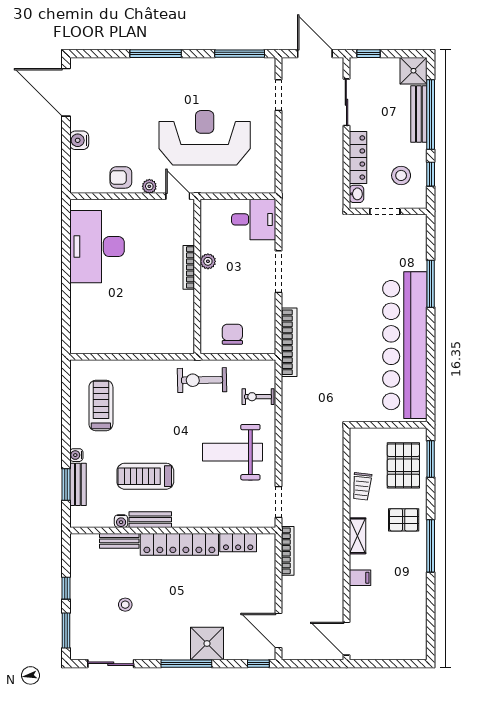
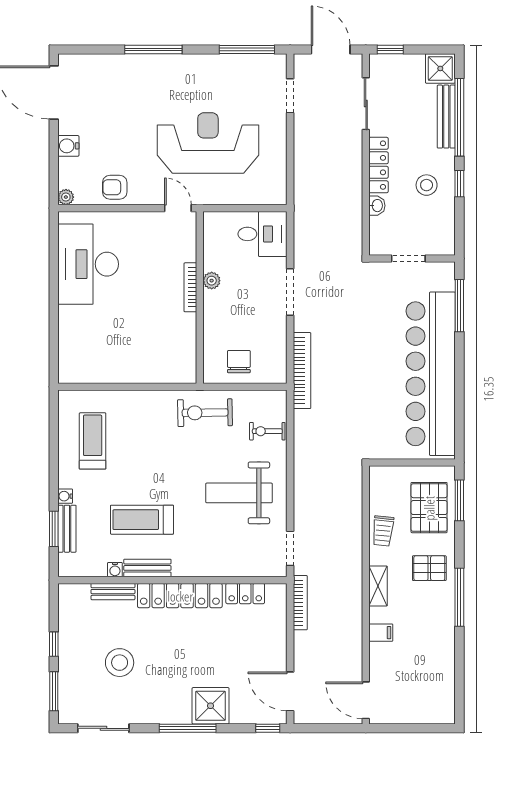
plant: (149, 186) -> (66, 197), moved
doorway: (385, 211) -> (408, 259), moved
wall: (388, 211) -> (412, 259), moved
stool: (125, 605) -> (120, 663), width x1.89, depth x1.89

